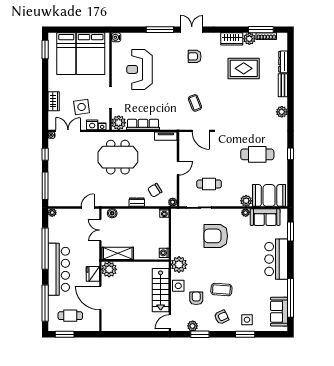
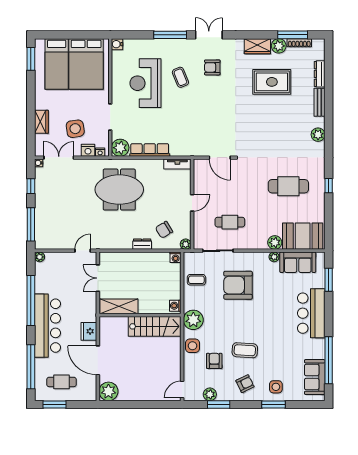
coffee table: (195, 103) -> (180, 77), moved
boiler: (112, 213) -> (112, 258), removed
coffee table: (182, 231) -> (196, 280), added
plant: (109, 269) -> (108, 391), moved
stairs: (161, 290) -> (155, 326), moved, turned -90

